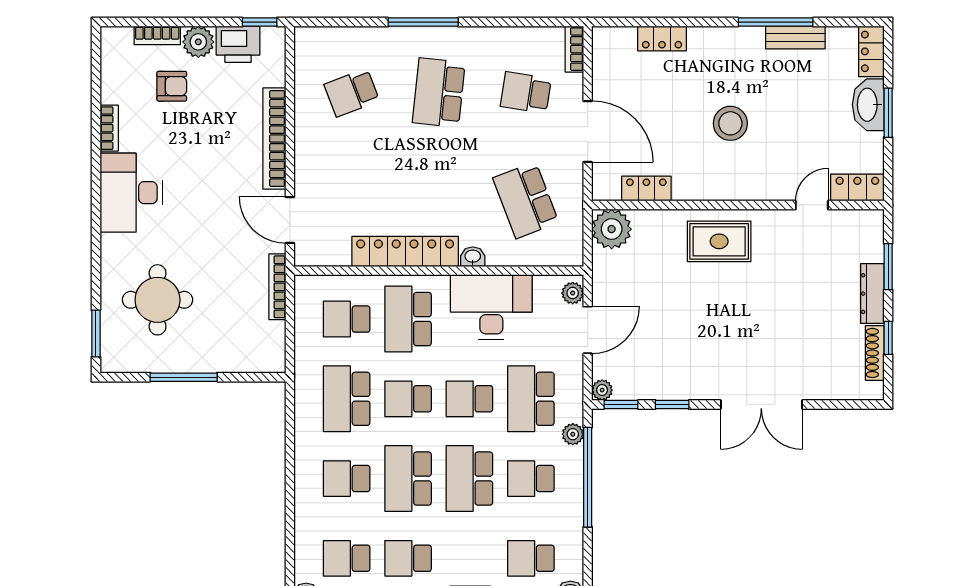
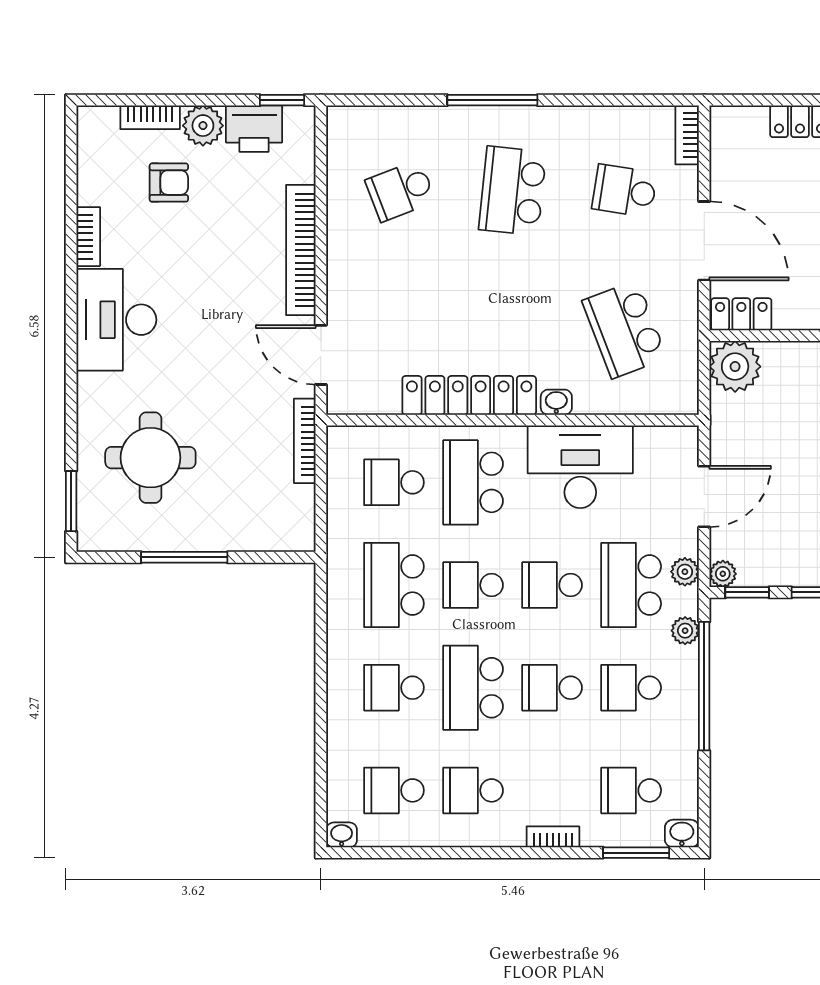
locker: (646, 189) -> (741, 314), moved
plant: (573, 293) -> (685, 572), moved
school desk: (469, 479) -> (552, 688), width x0.54

